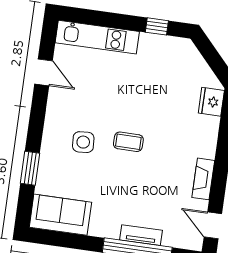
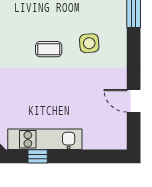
kitchen unit: (97, 37) -> (45, 139), moved

